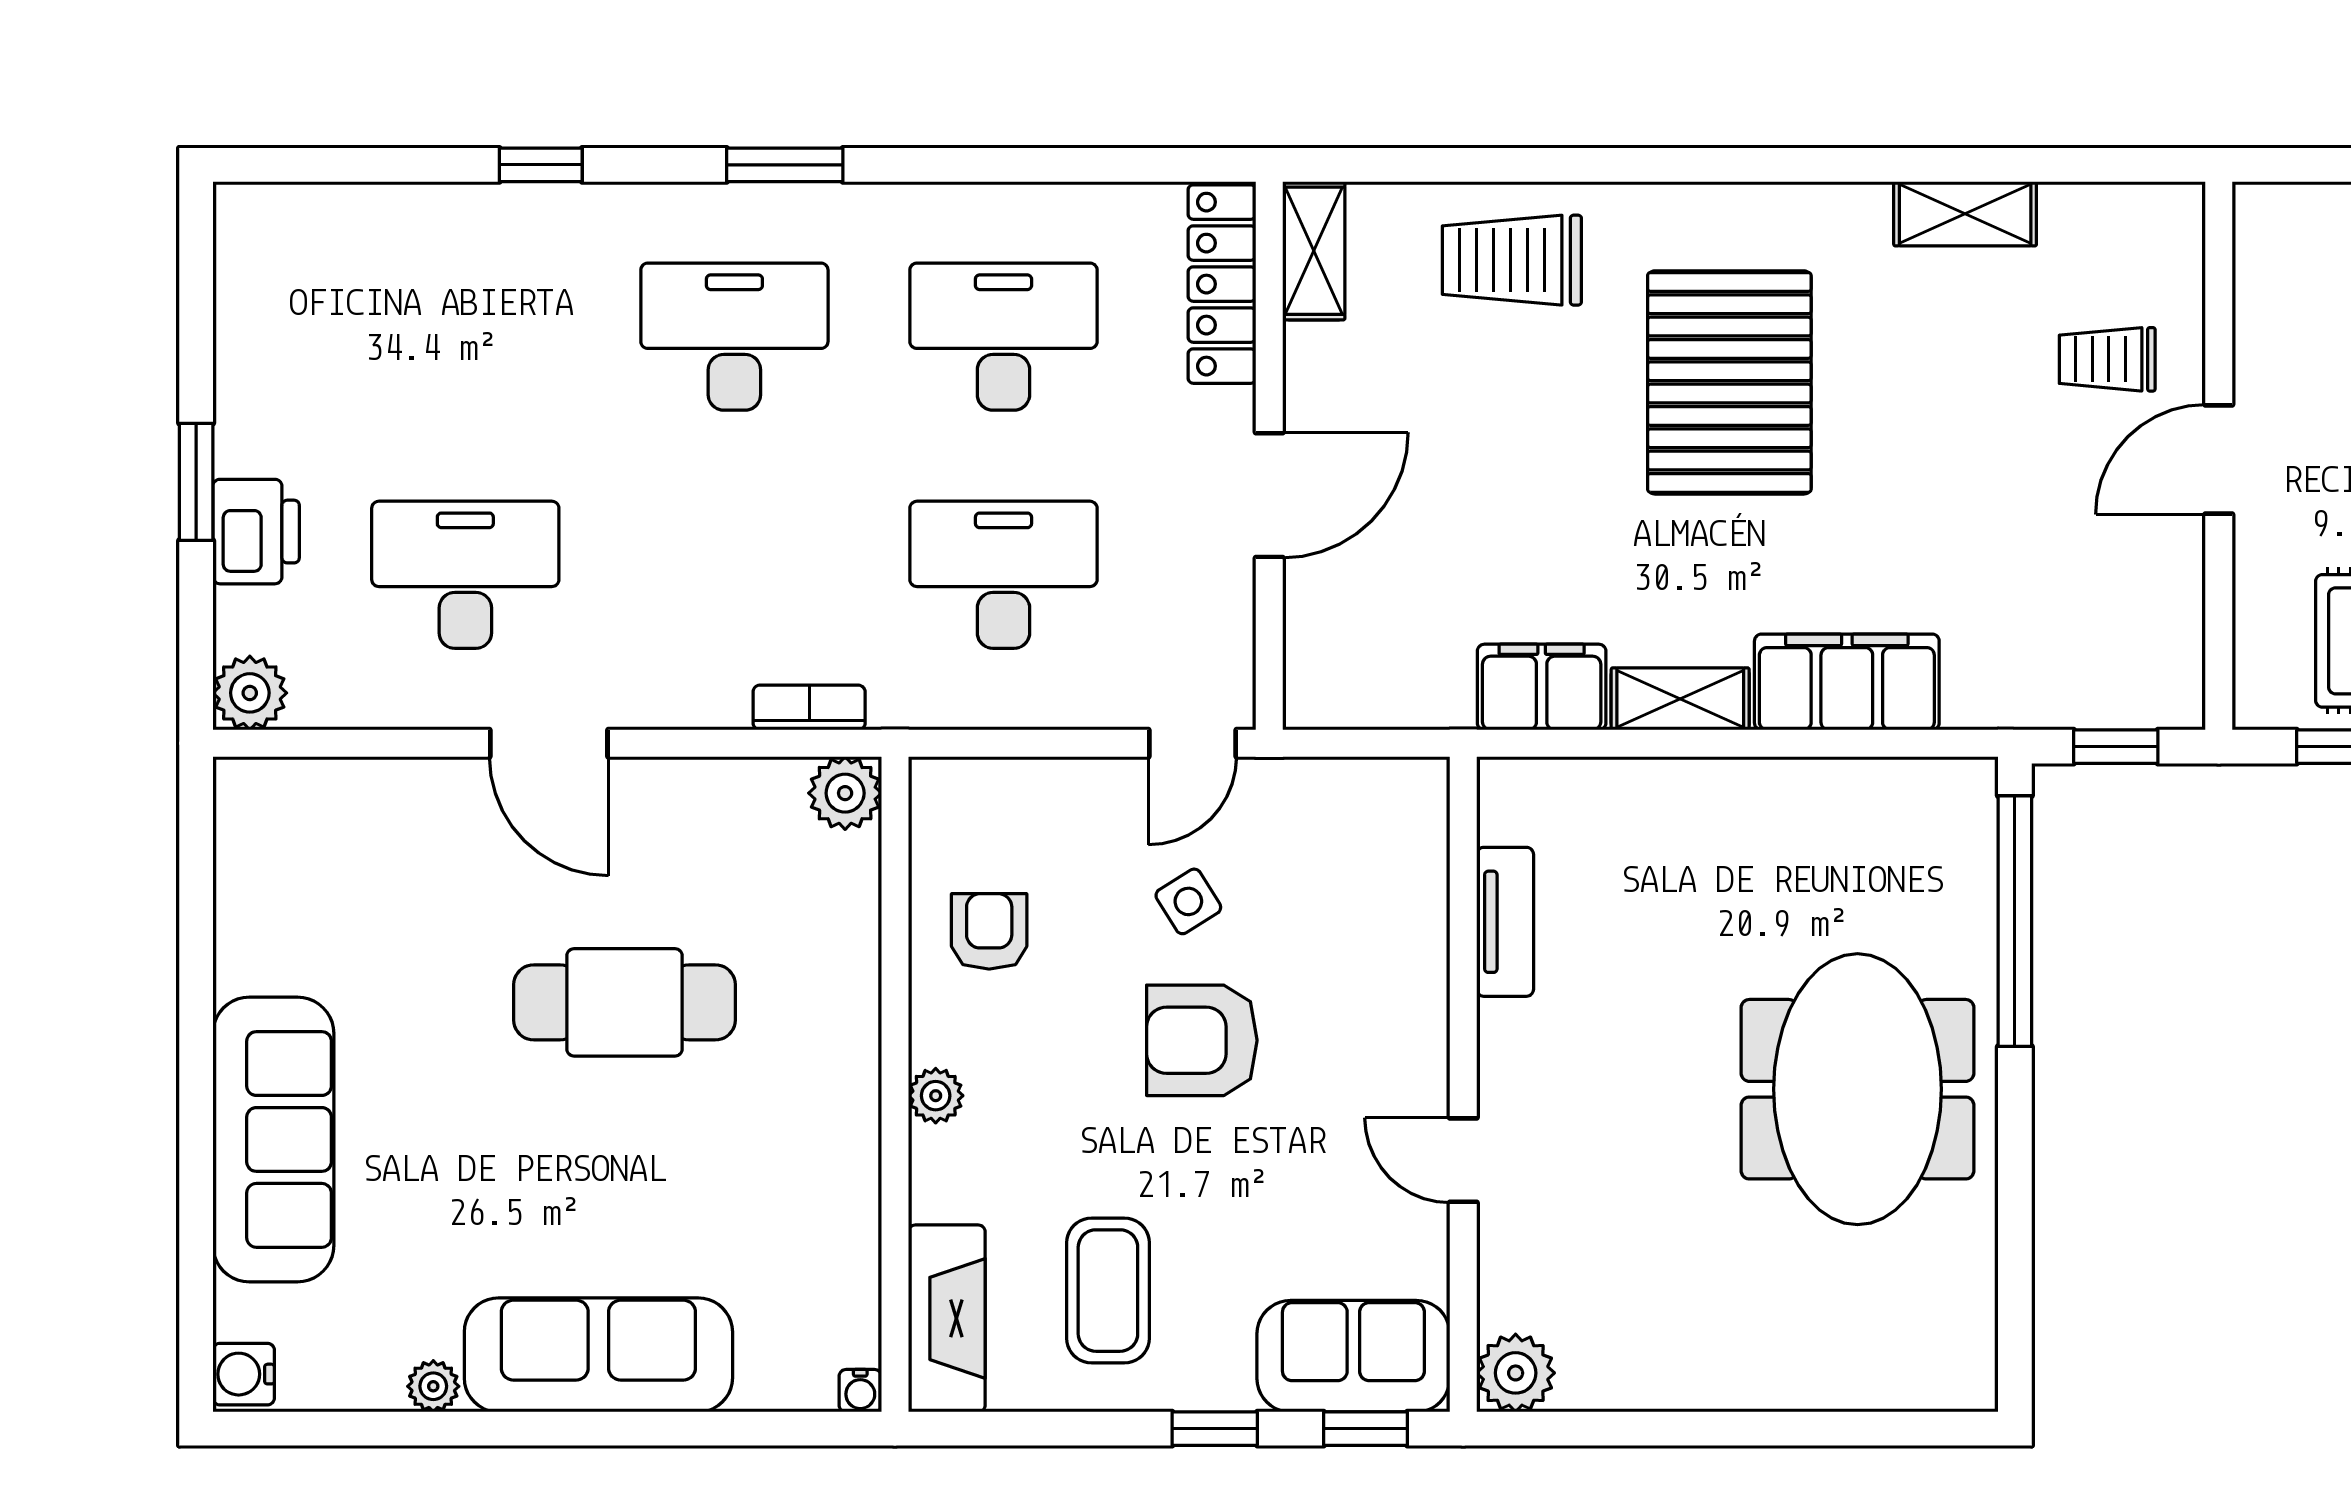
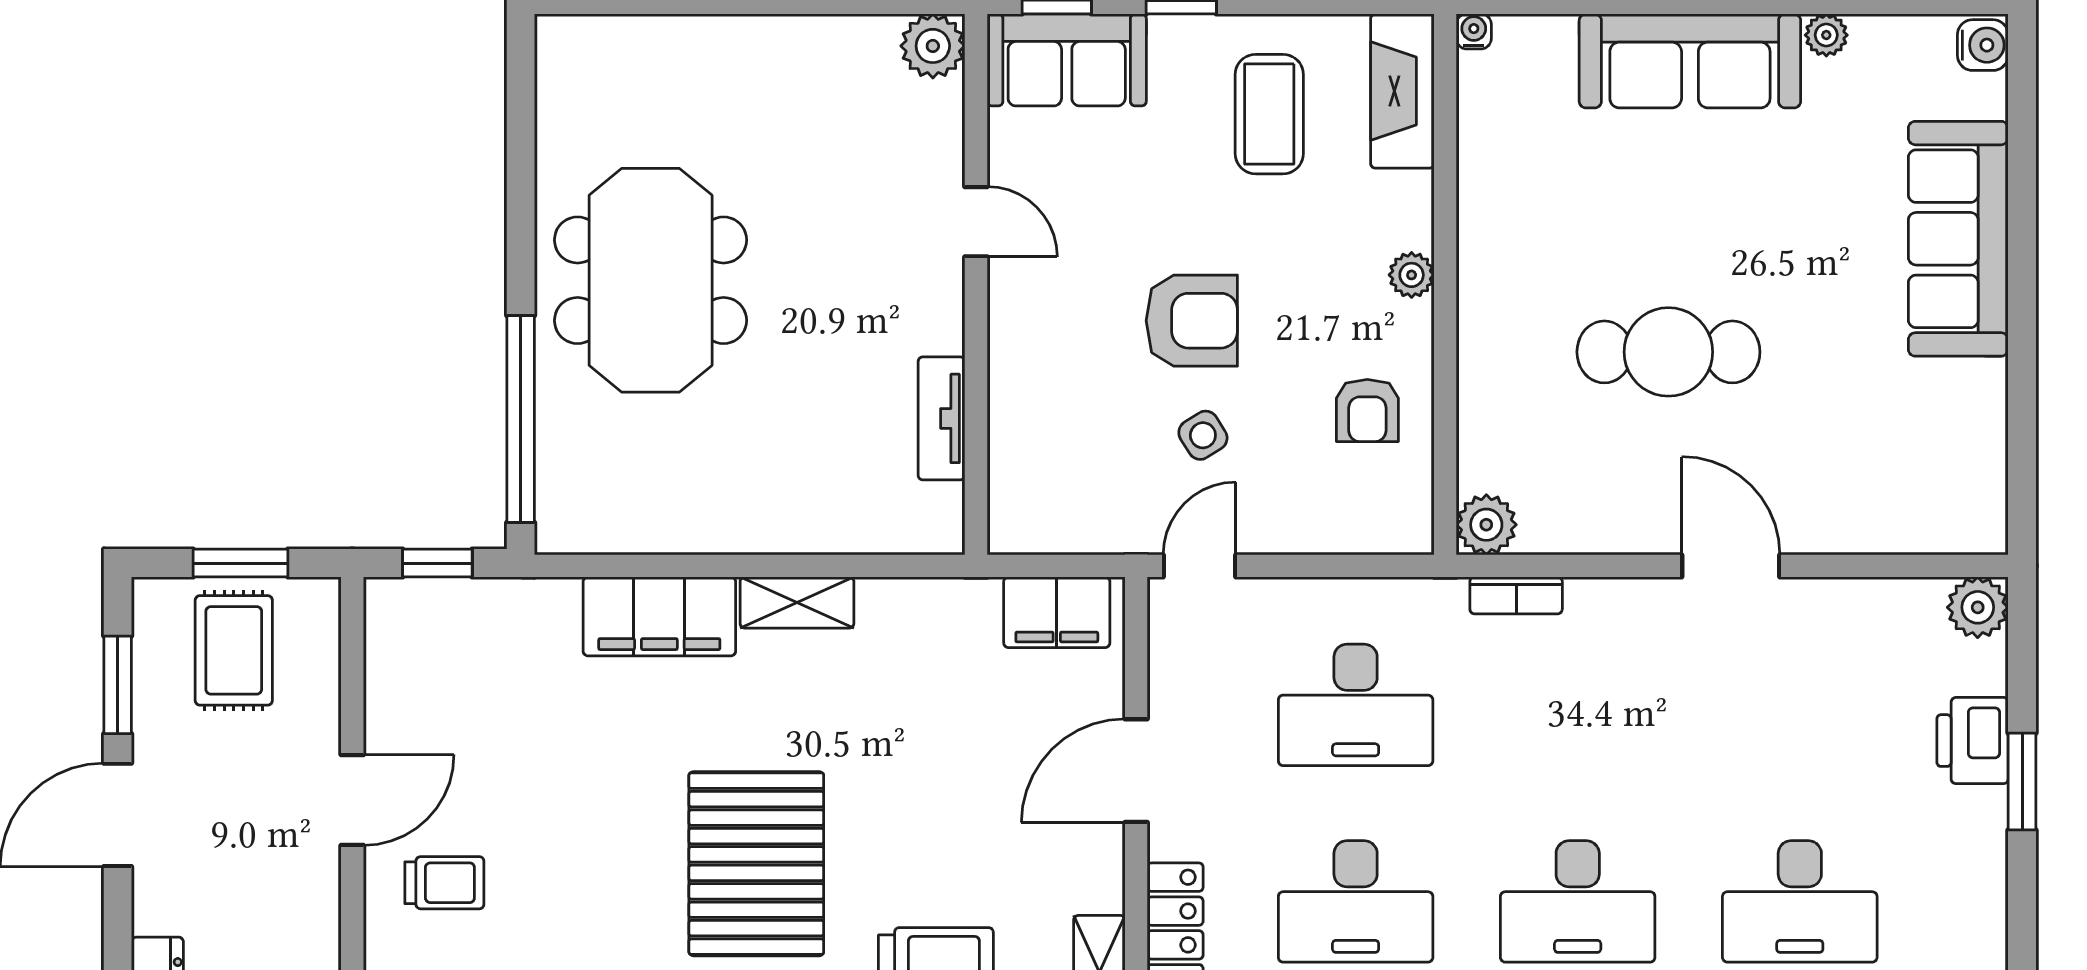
desk: (465, 575) -> (1800, 901), moved
filing cabinet: (1542, 687) -> (1057, 612), moved

